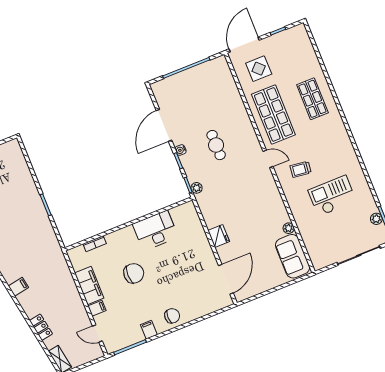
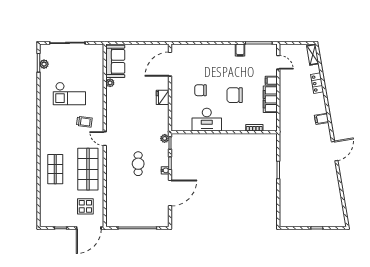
chair: (172, 316) -> (201, 90), moved

